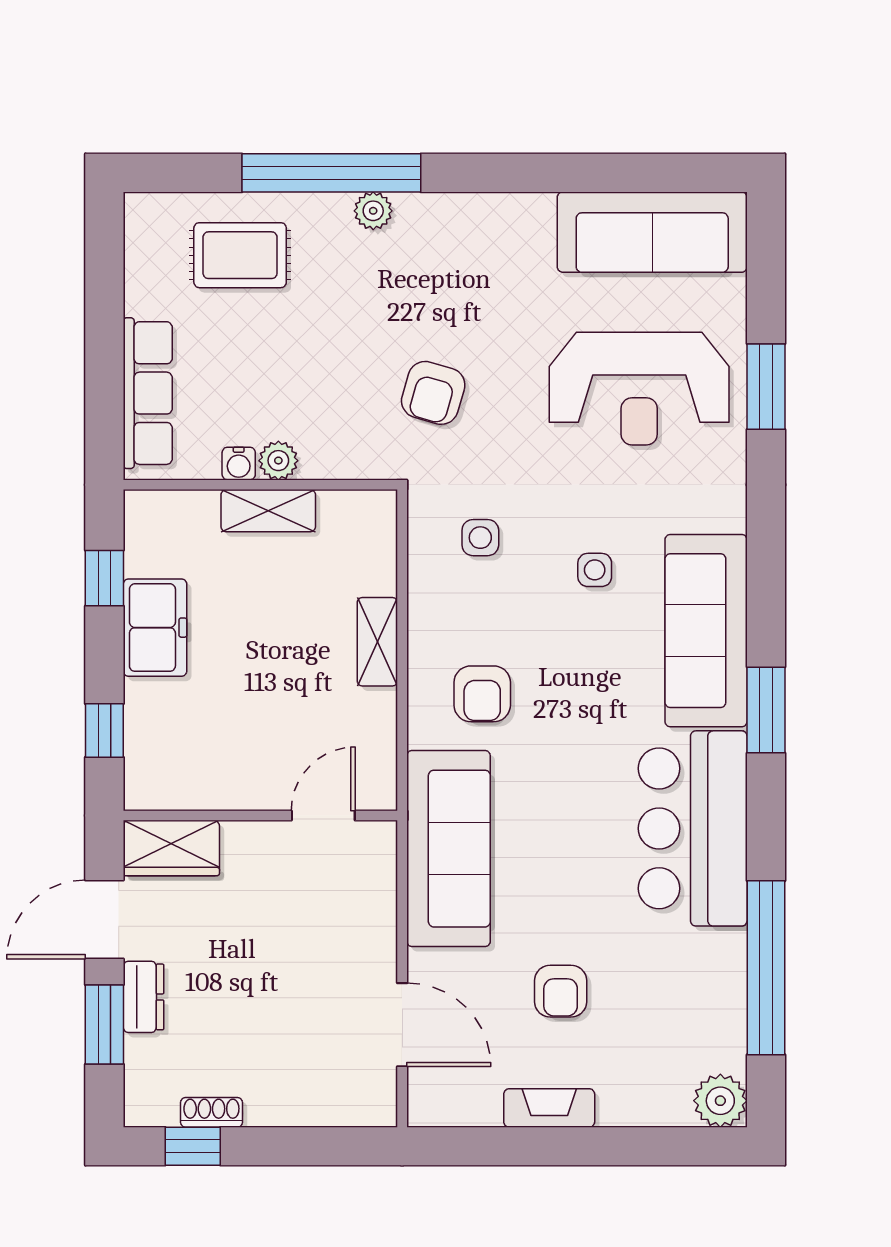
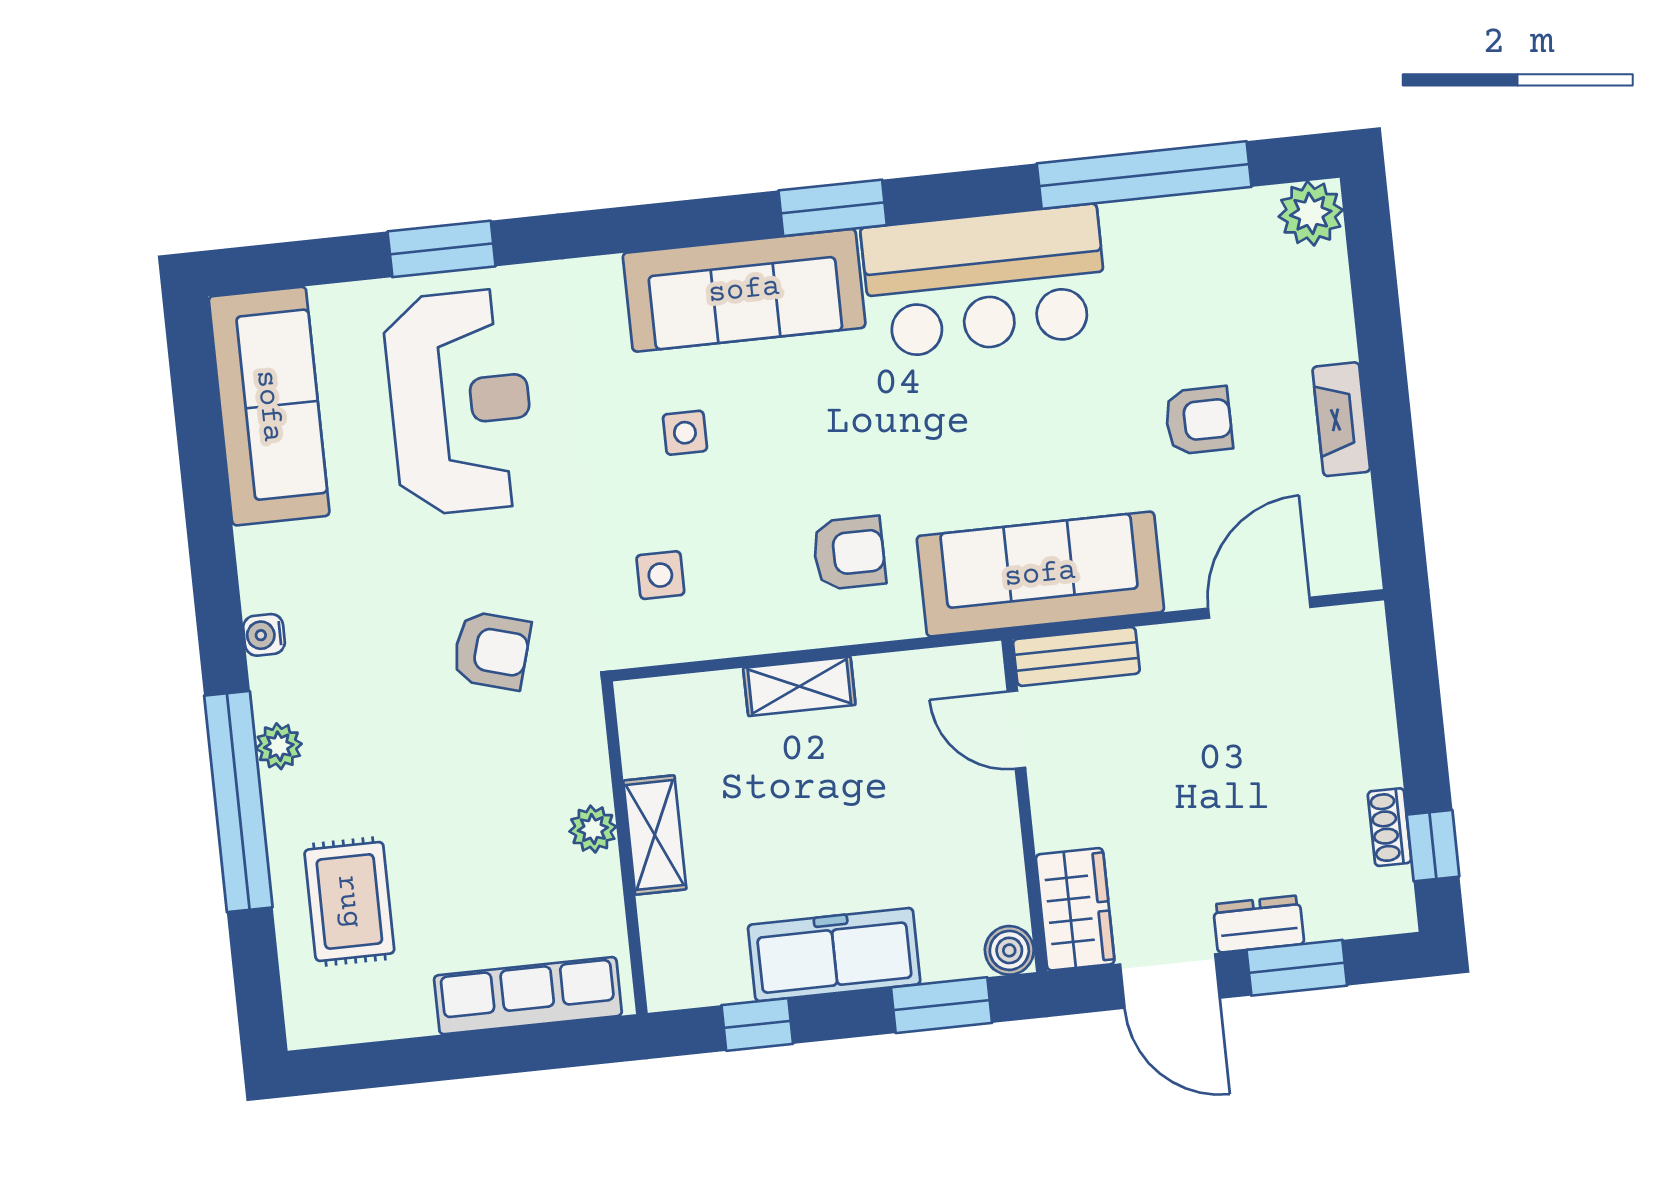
water cooler: (239, 464) -> (264, 635), moved, turned 180
freezer: (155, 628) -> (834, 955), width x1.40
window: (104, 731) -> (941, 1005), width x1.50
boiler: (143, 791) -> (1009, 950), added
bench: (378, 871) -> (1076, 656), added

